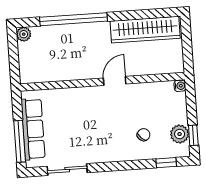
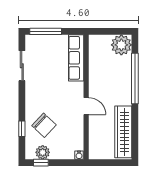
plant: (24, 34) -> (121, 45), width x1.88, depth x1.88
row of seats: (33, 129) -> (76, 58), moved, turned 90
chair: (144, 135) -> (44, 125), width x1.87, depth x1.87
window: (166, 163) -> (22, 129), moved

